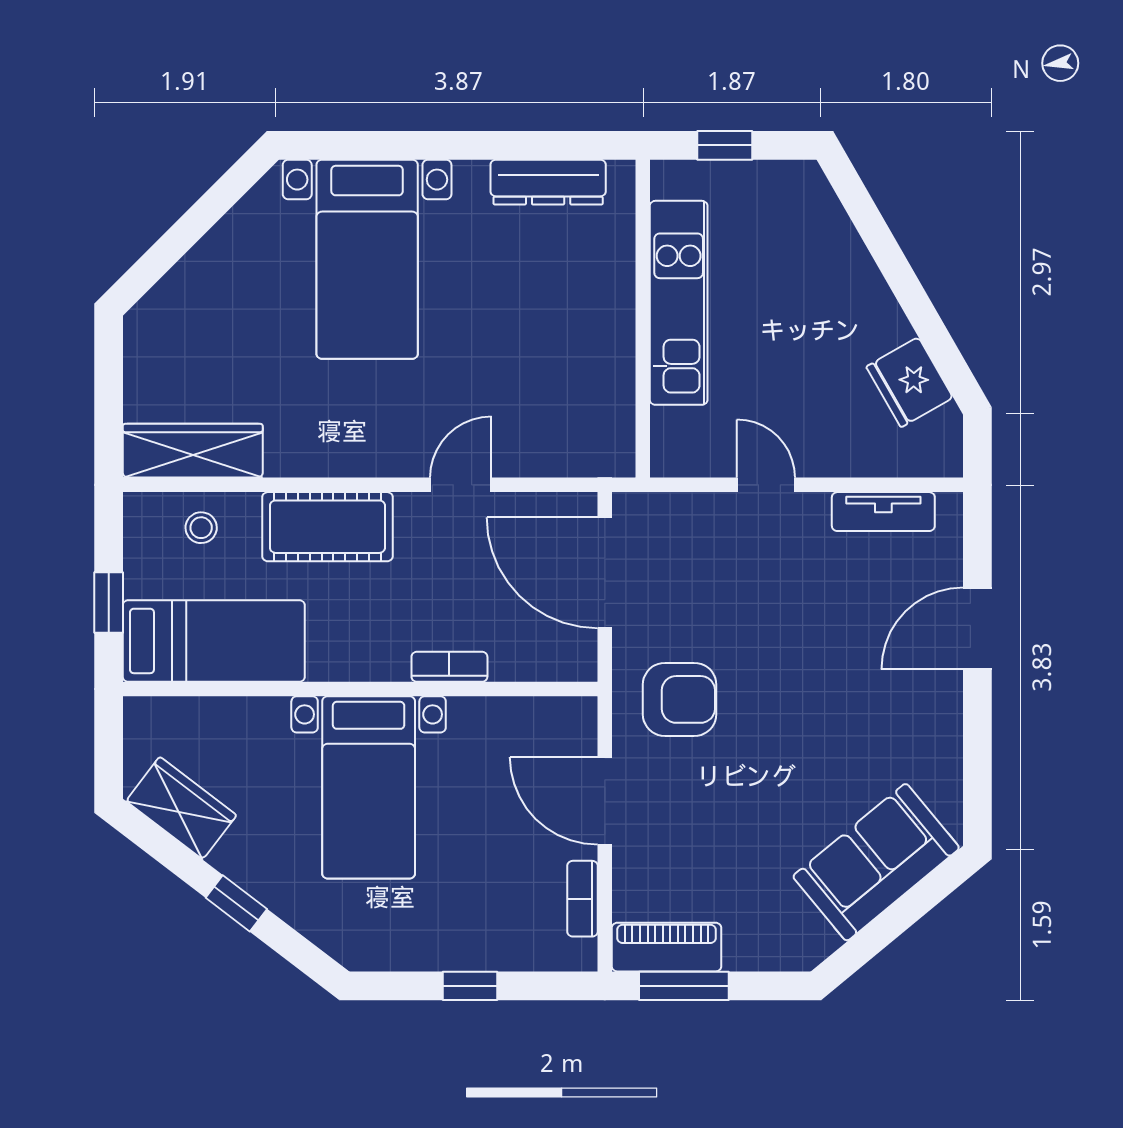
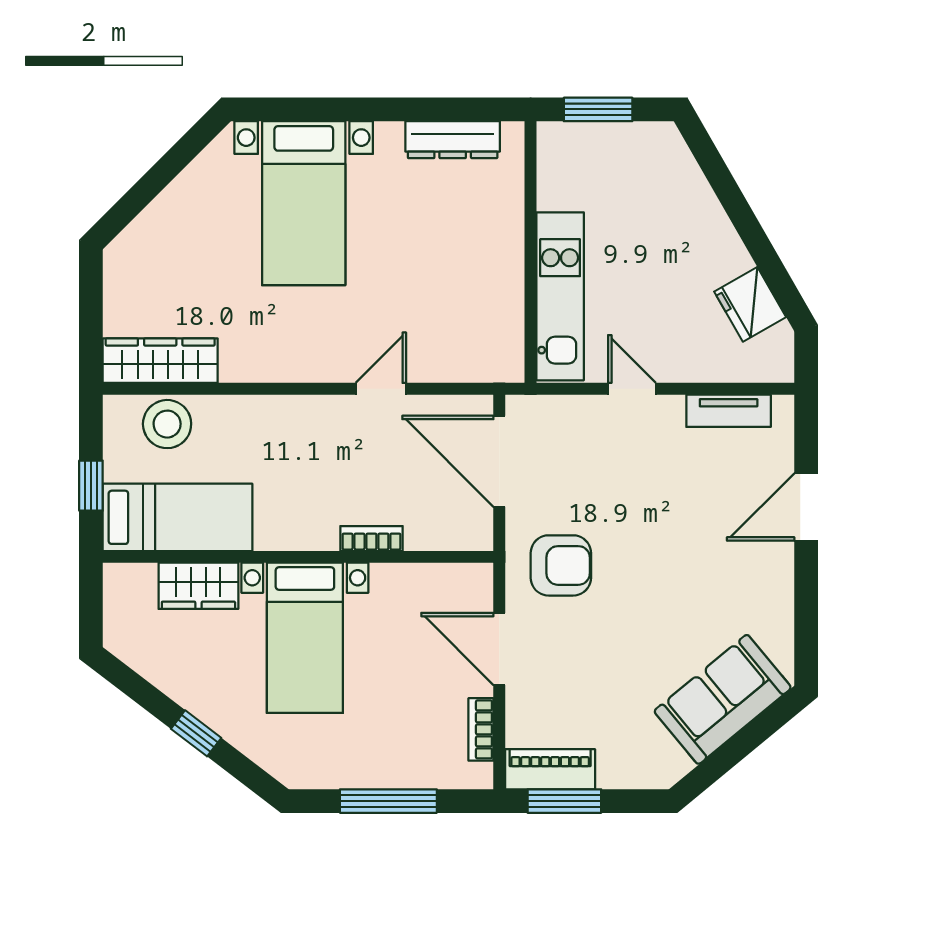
window: (725, 145) -> (598, 109), width x1.50
kitchen unit: (679, 303) -> (560, 296), moved
cot: (327, 527) -> (271, 423), removed
stool: (201, 528) -> (167, 424), width x1.89, depth x1.89
wardrobe: (181, 808) -> (198, 586), moved, turned 143
window: (470, 986) -> (388, 801), width x2.17

